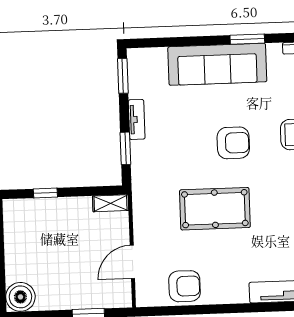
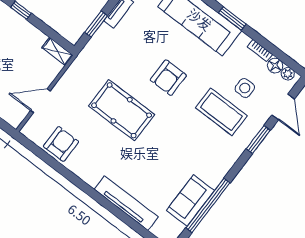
armchair: (233, 143) -> (168, 78), turned 90
armchair: (185, 286) -> (61, 144), turned -90

